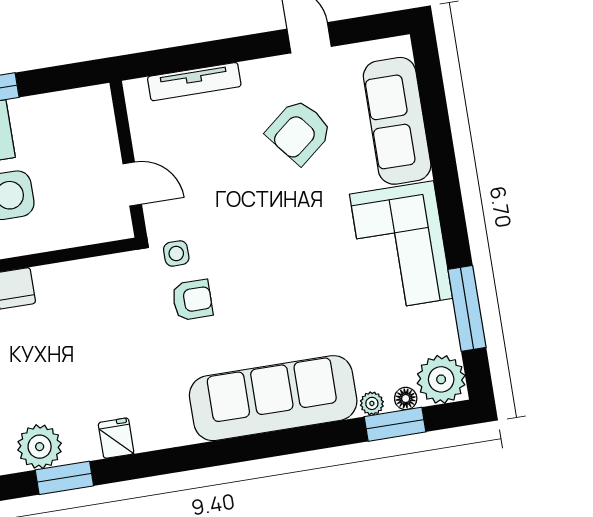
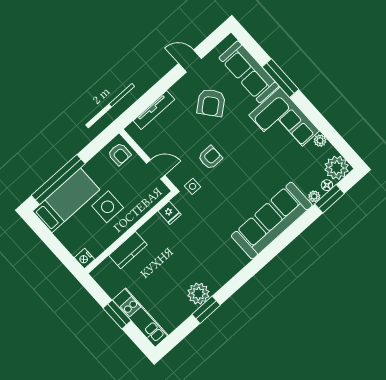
armchair: (87, 119) -> (119, 154), added
armchair: (192, 300) -> (210, 158), moved
window: (467, 308) -> (280, 78), moved
plant: (443, 315) -> (320, 141), added
fridge: (116, 438) -> (170, 213), moved, turned 180
plant: (40, 447) -> (198, 294), moved

